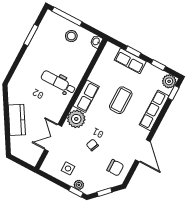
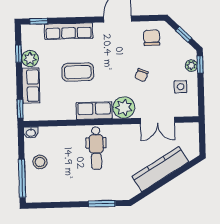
window: (31, 35) -> (102, 204), moved
window: (133, 52) -> (20, 109), moved
plant: (169, 81) -> (30, 59), moved
kitchen counter: (17, 120) -> (160, 169), width x1.50

